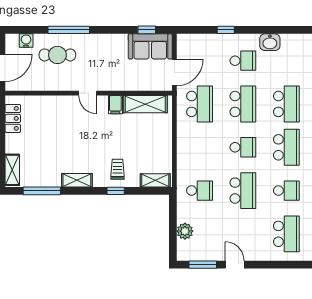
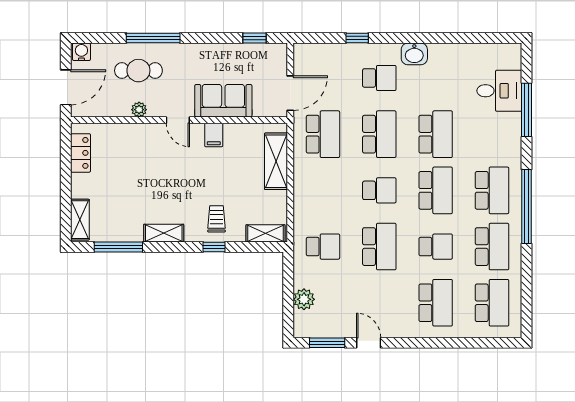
water cooler: (26, 41) -> (81, 52), moved
sofa: (150, 46) -> (223, 101), moved, turned 180
plant: (58, 85) -> (139, 110), added
shelving: (145, 104) -> (276, 161), moved, turned 90

